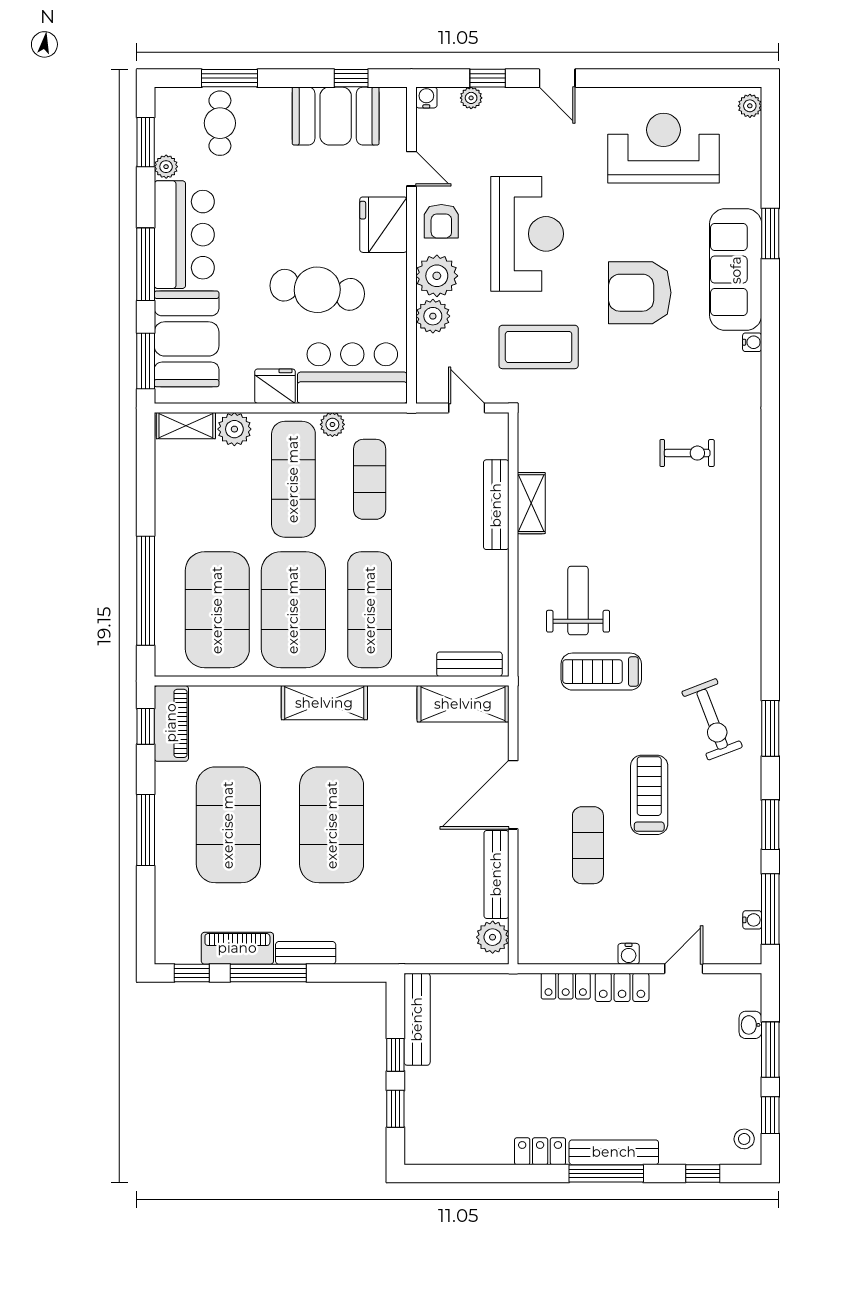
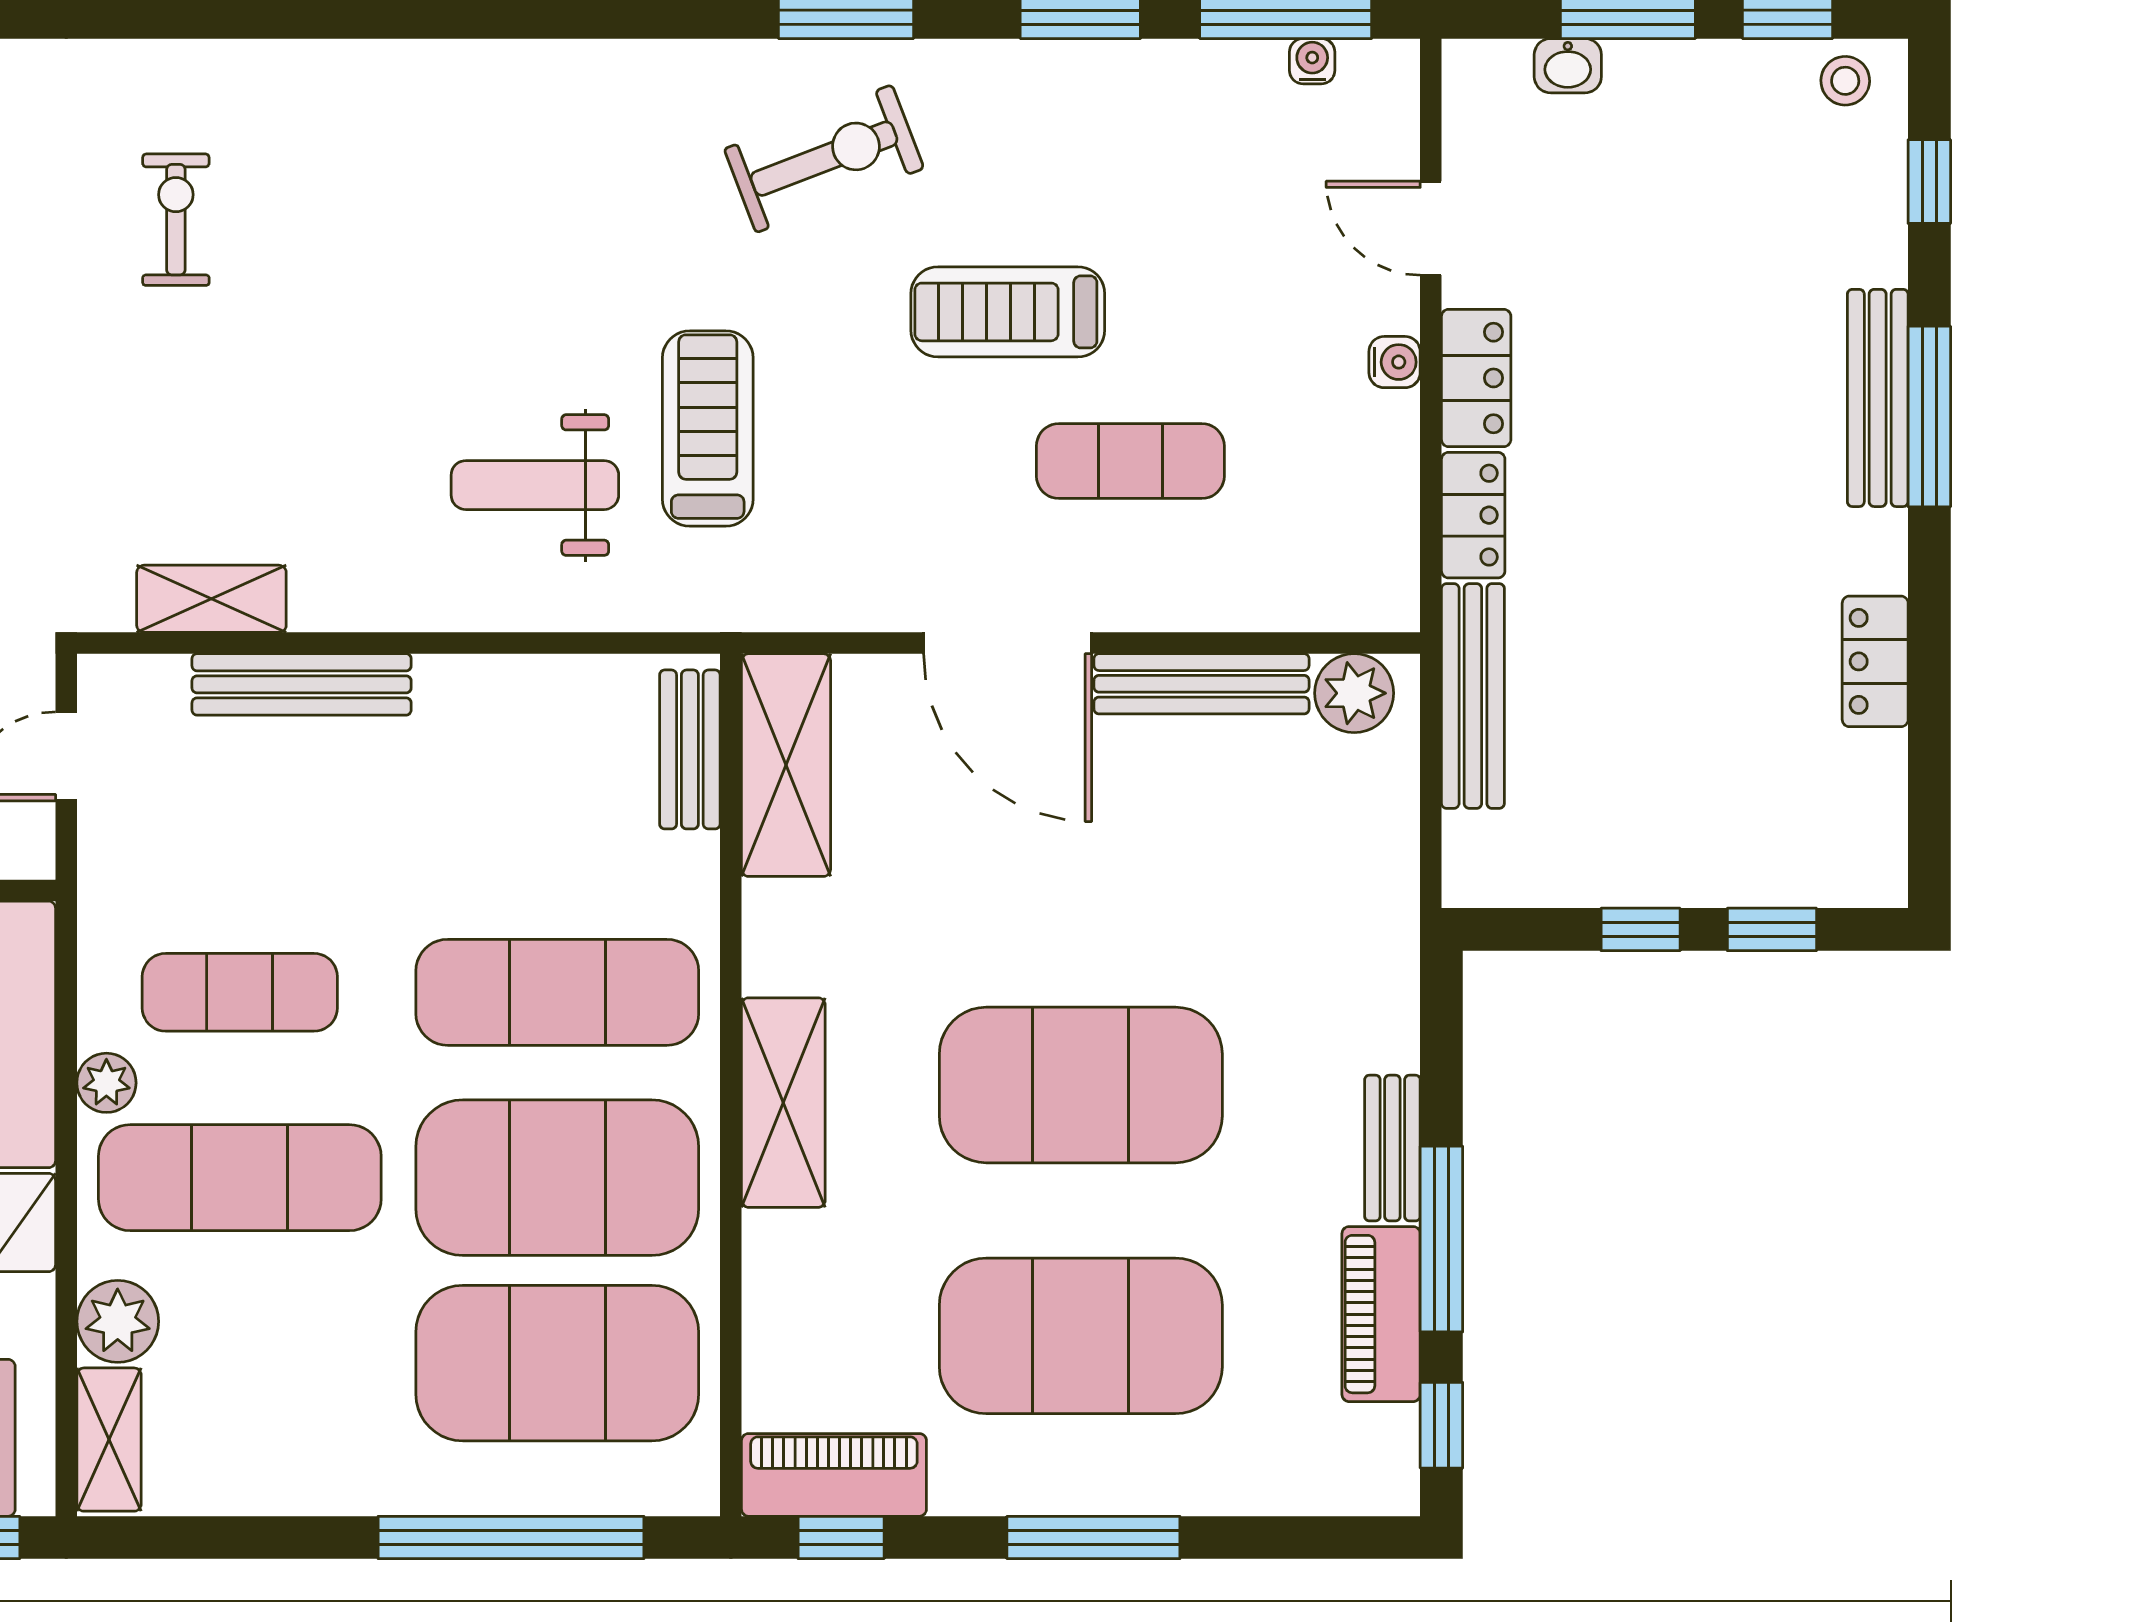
shelving: (531, 503) -> (211, 599), moved
treadmill: (601, 672) -> (708, 429), turned 180
bench: (417, 1019) -> (1473, 696), moved, turned 90
locker: (540, 1151) -> (1875, 661), moved

